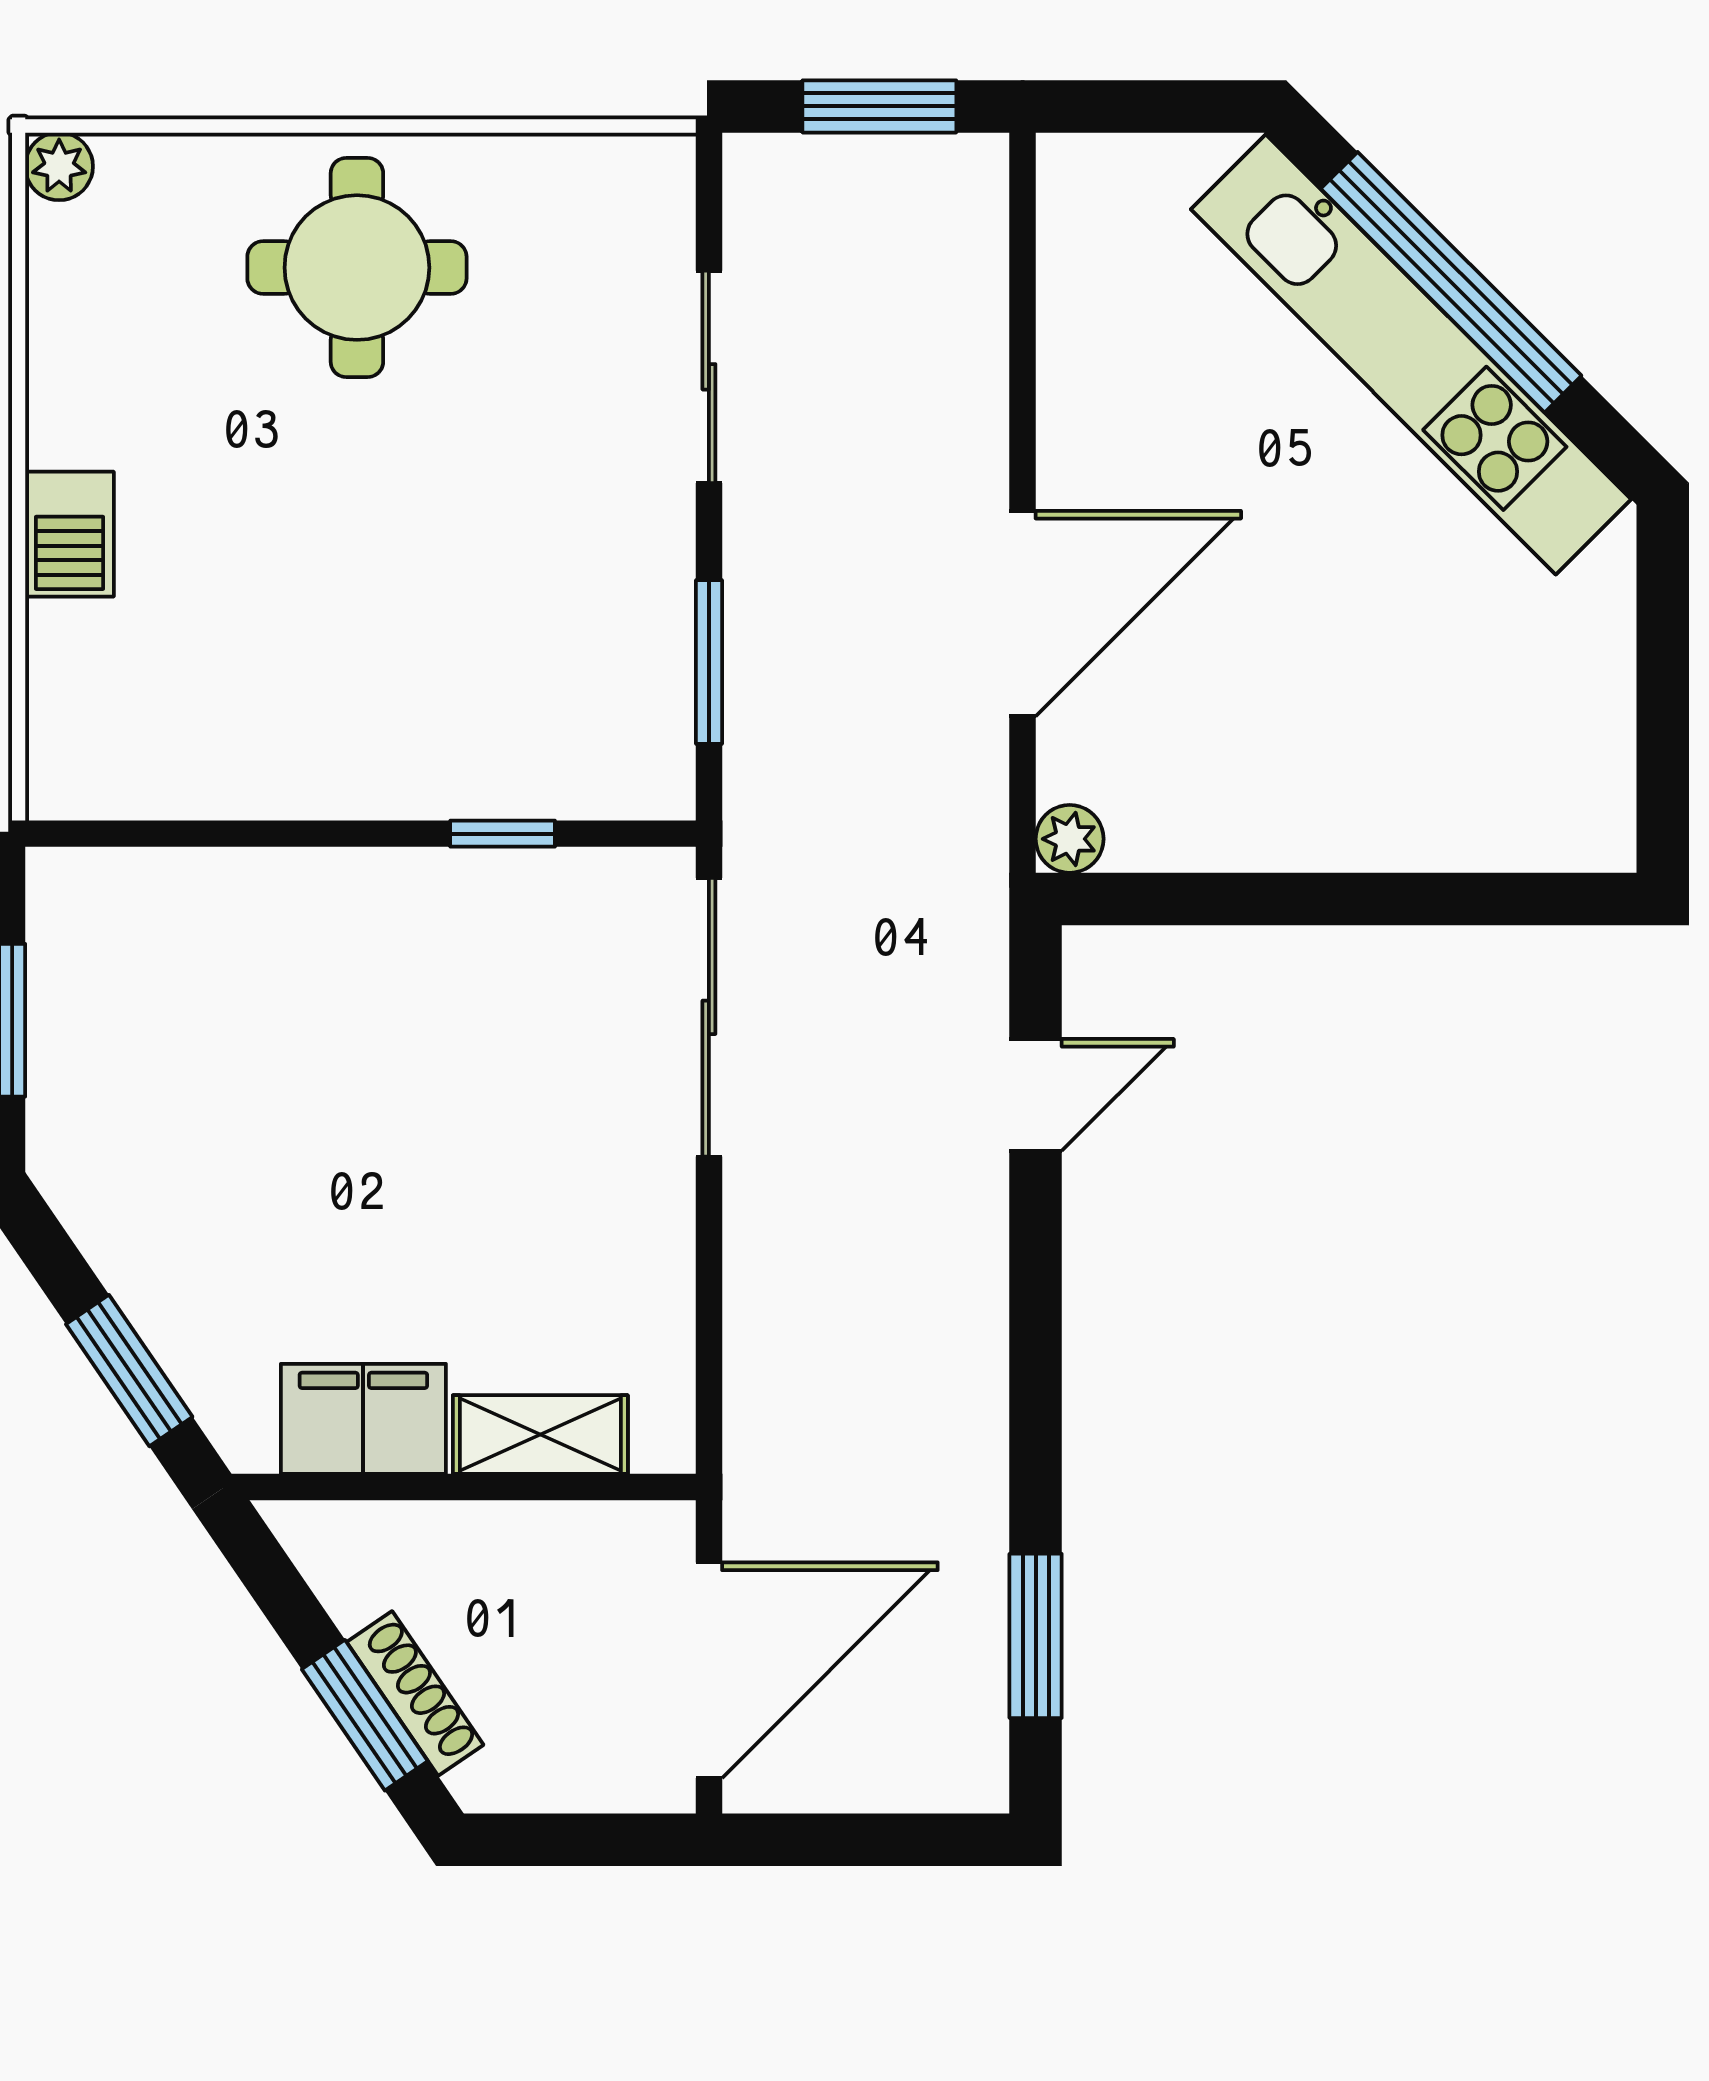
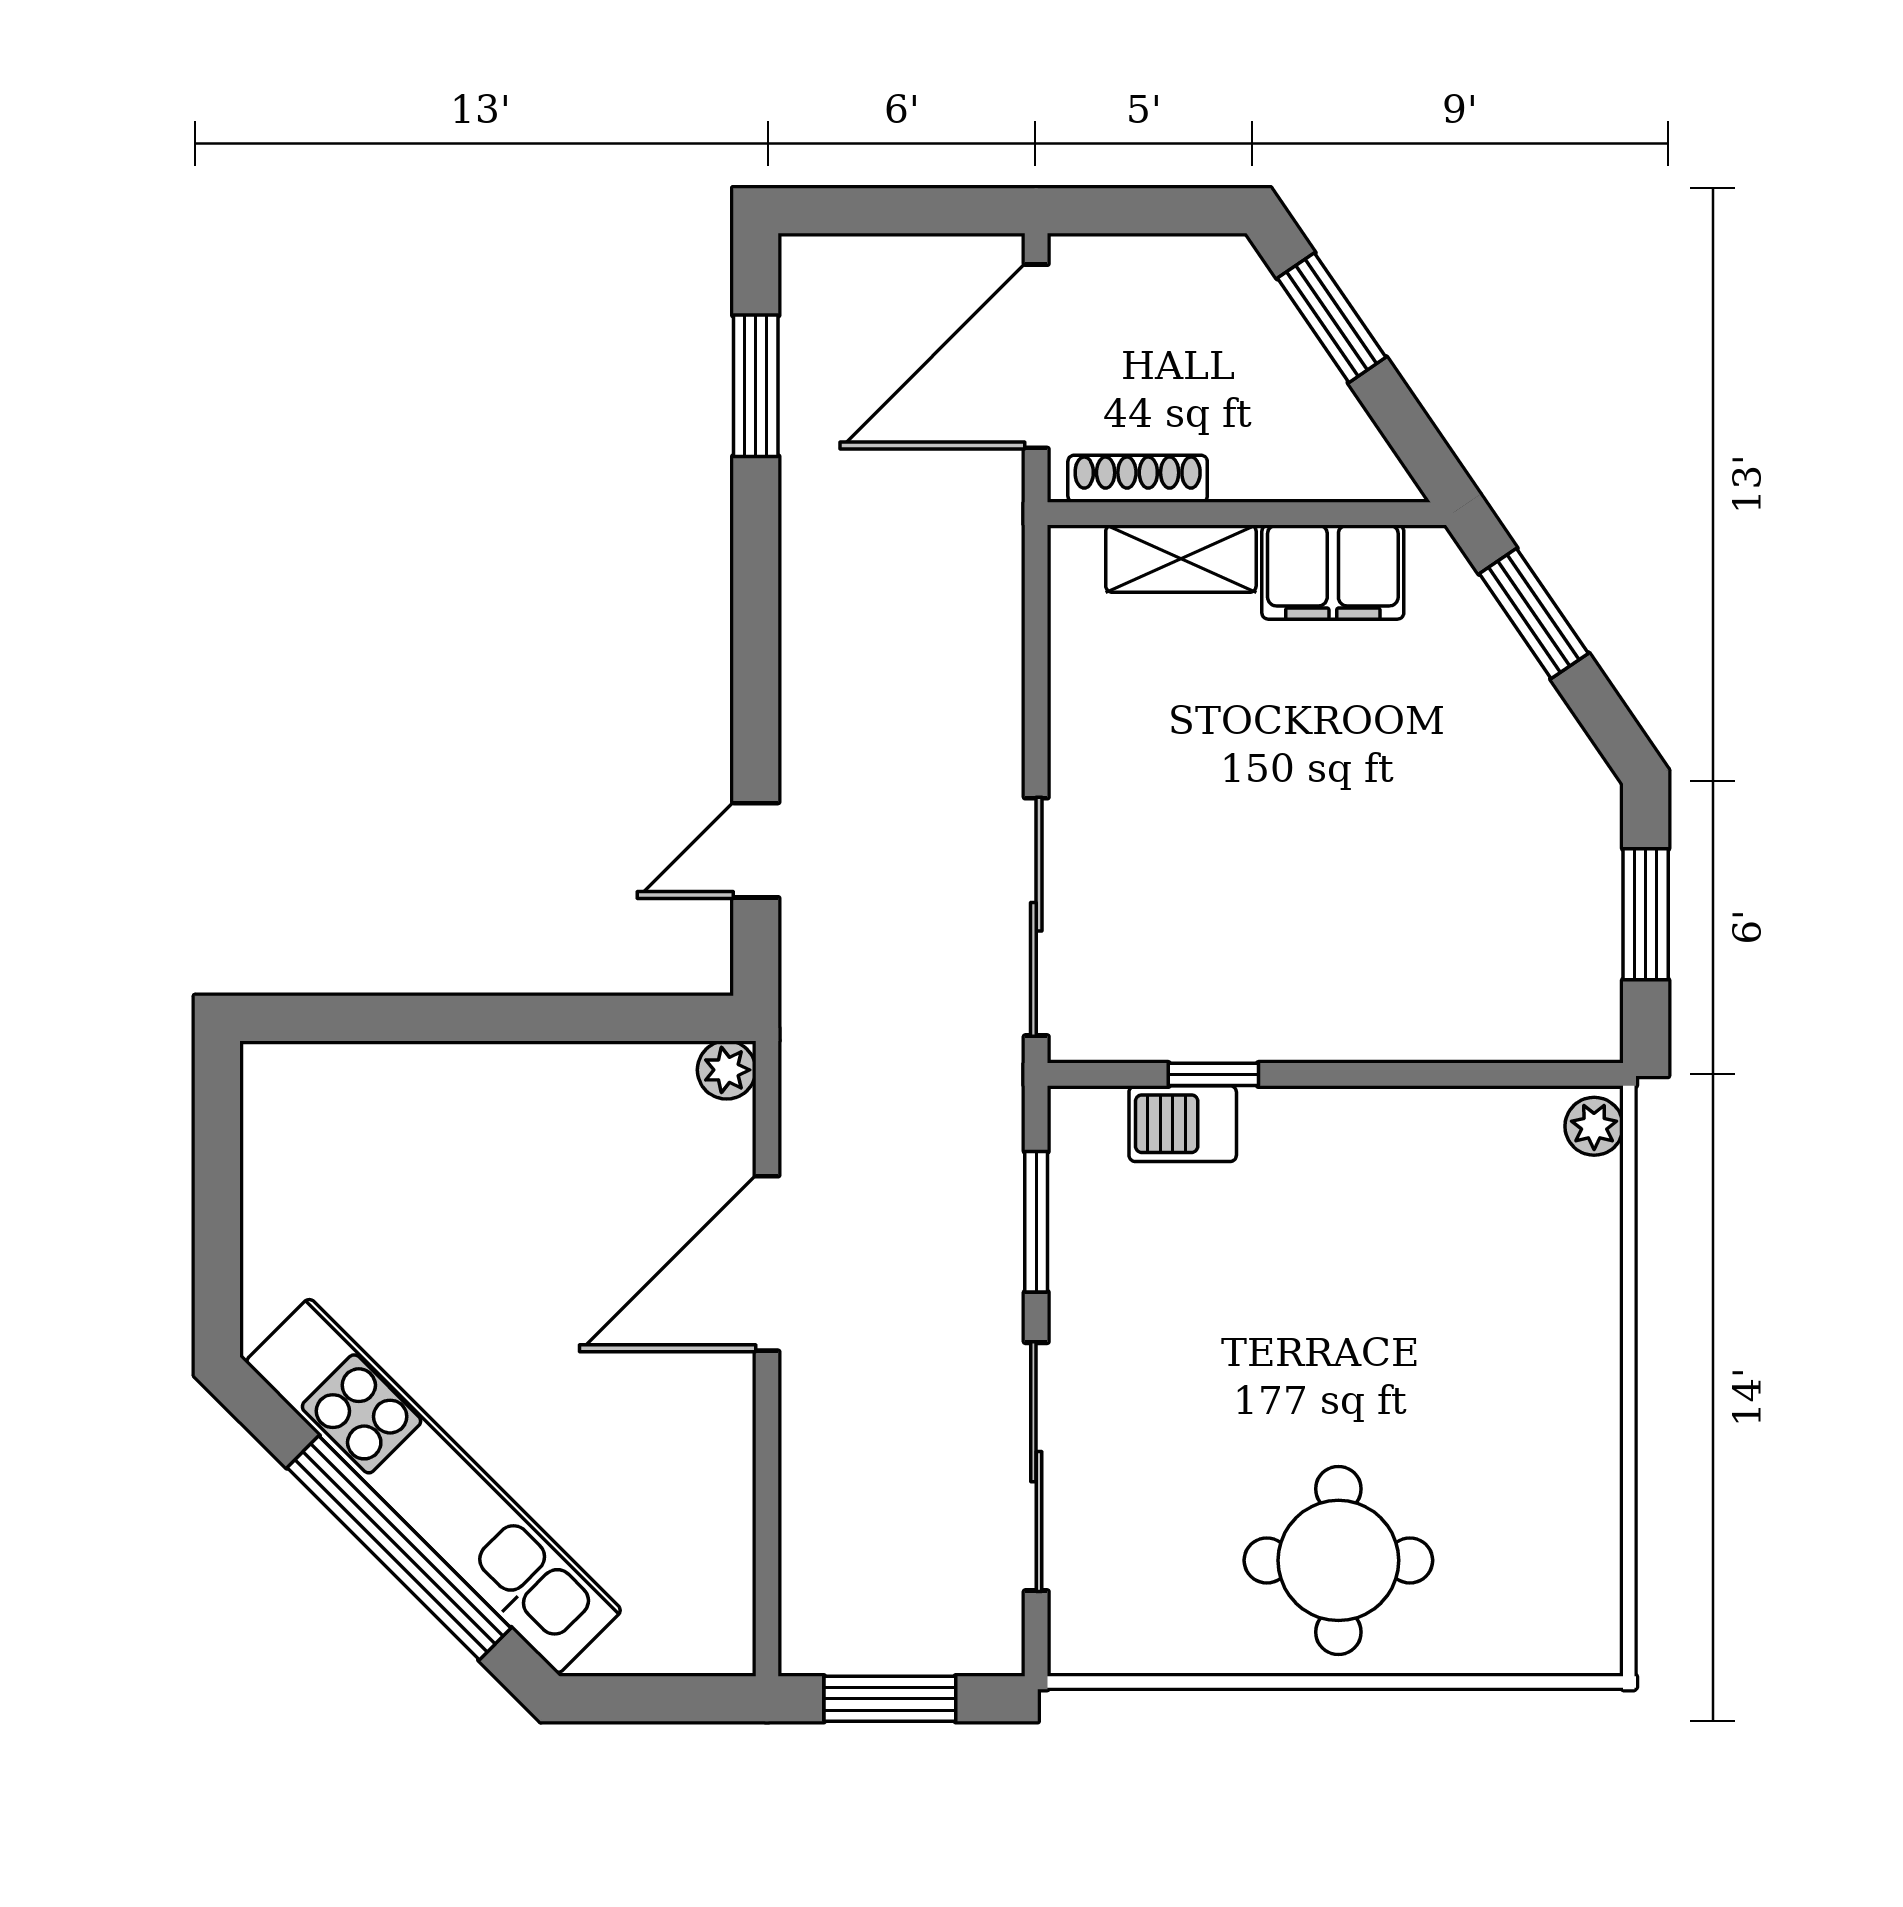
plant: (59, 166) -> (1594, 1126), moved
sliding door: (709, 377) -> (1036, 1467), width x1.37
barbecue: (70, 534) -> (1183, 1124), moved, turned -90
shoe rack: (415, 1693) -> (1138, 479), moved, turned 124

